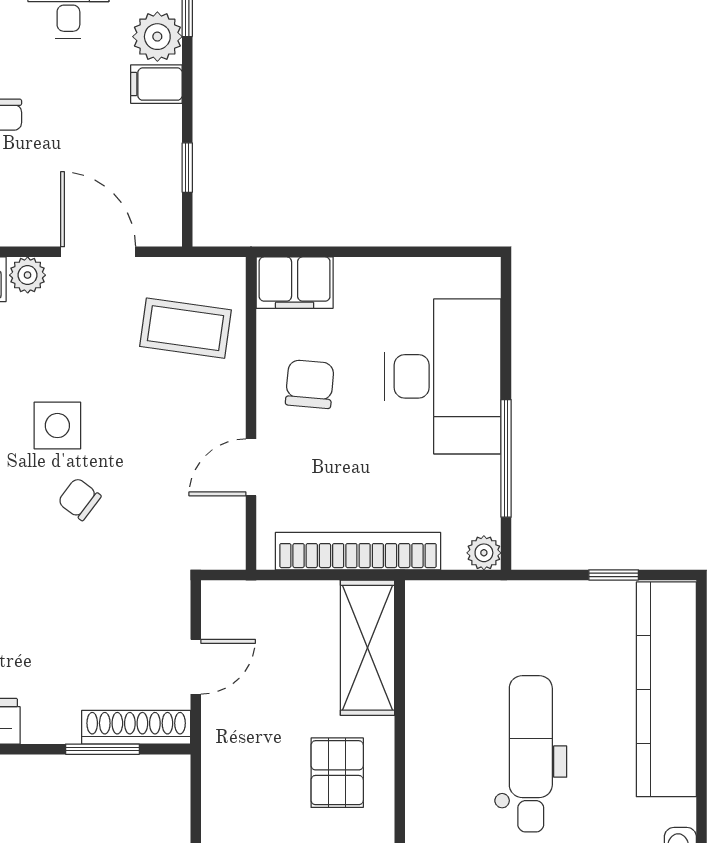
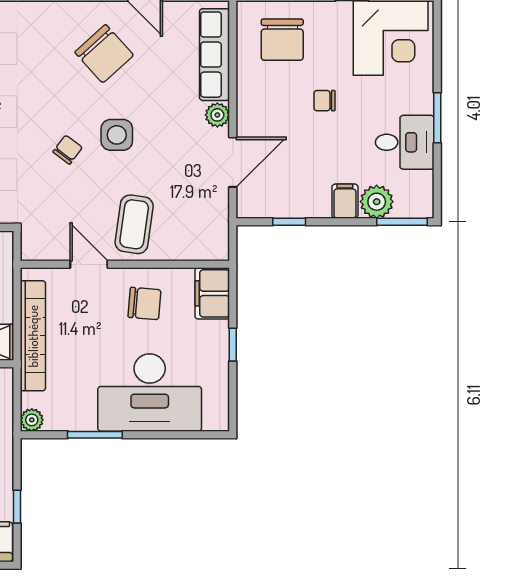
window: (371, 252) -> (233, 345), added
coffee table: (186, 328) -> (134, 224), moved
window: (506, 458) -> (95, 435), width x0.69

